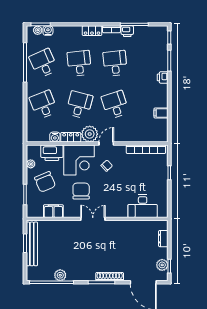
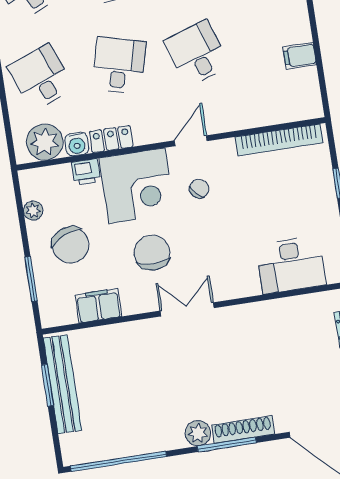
plant: (90, 134) -> (45, 142), moved
printer: (52, 153) -> (86, 172), width x0.53, depth x0.68
plant: (60, 275) -> (198, 433), moved

